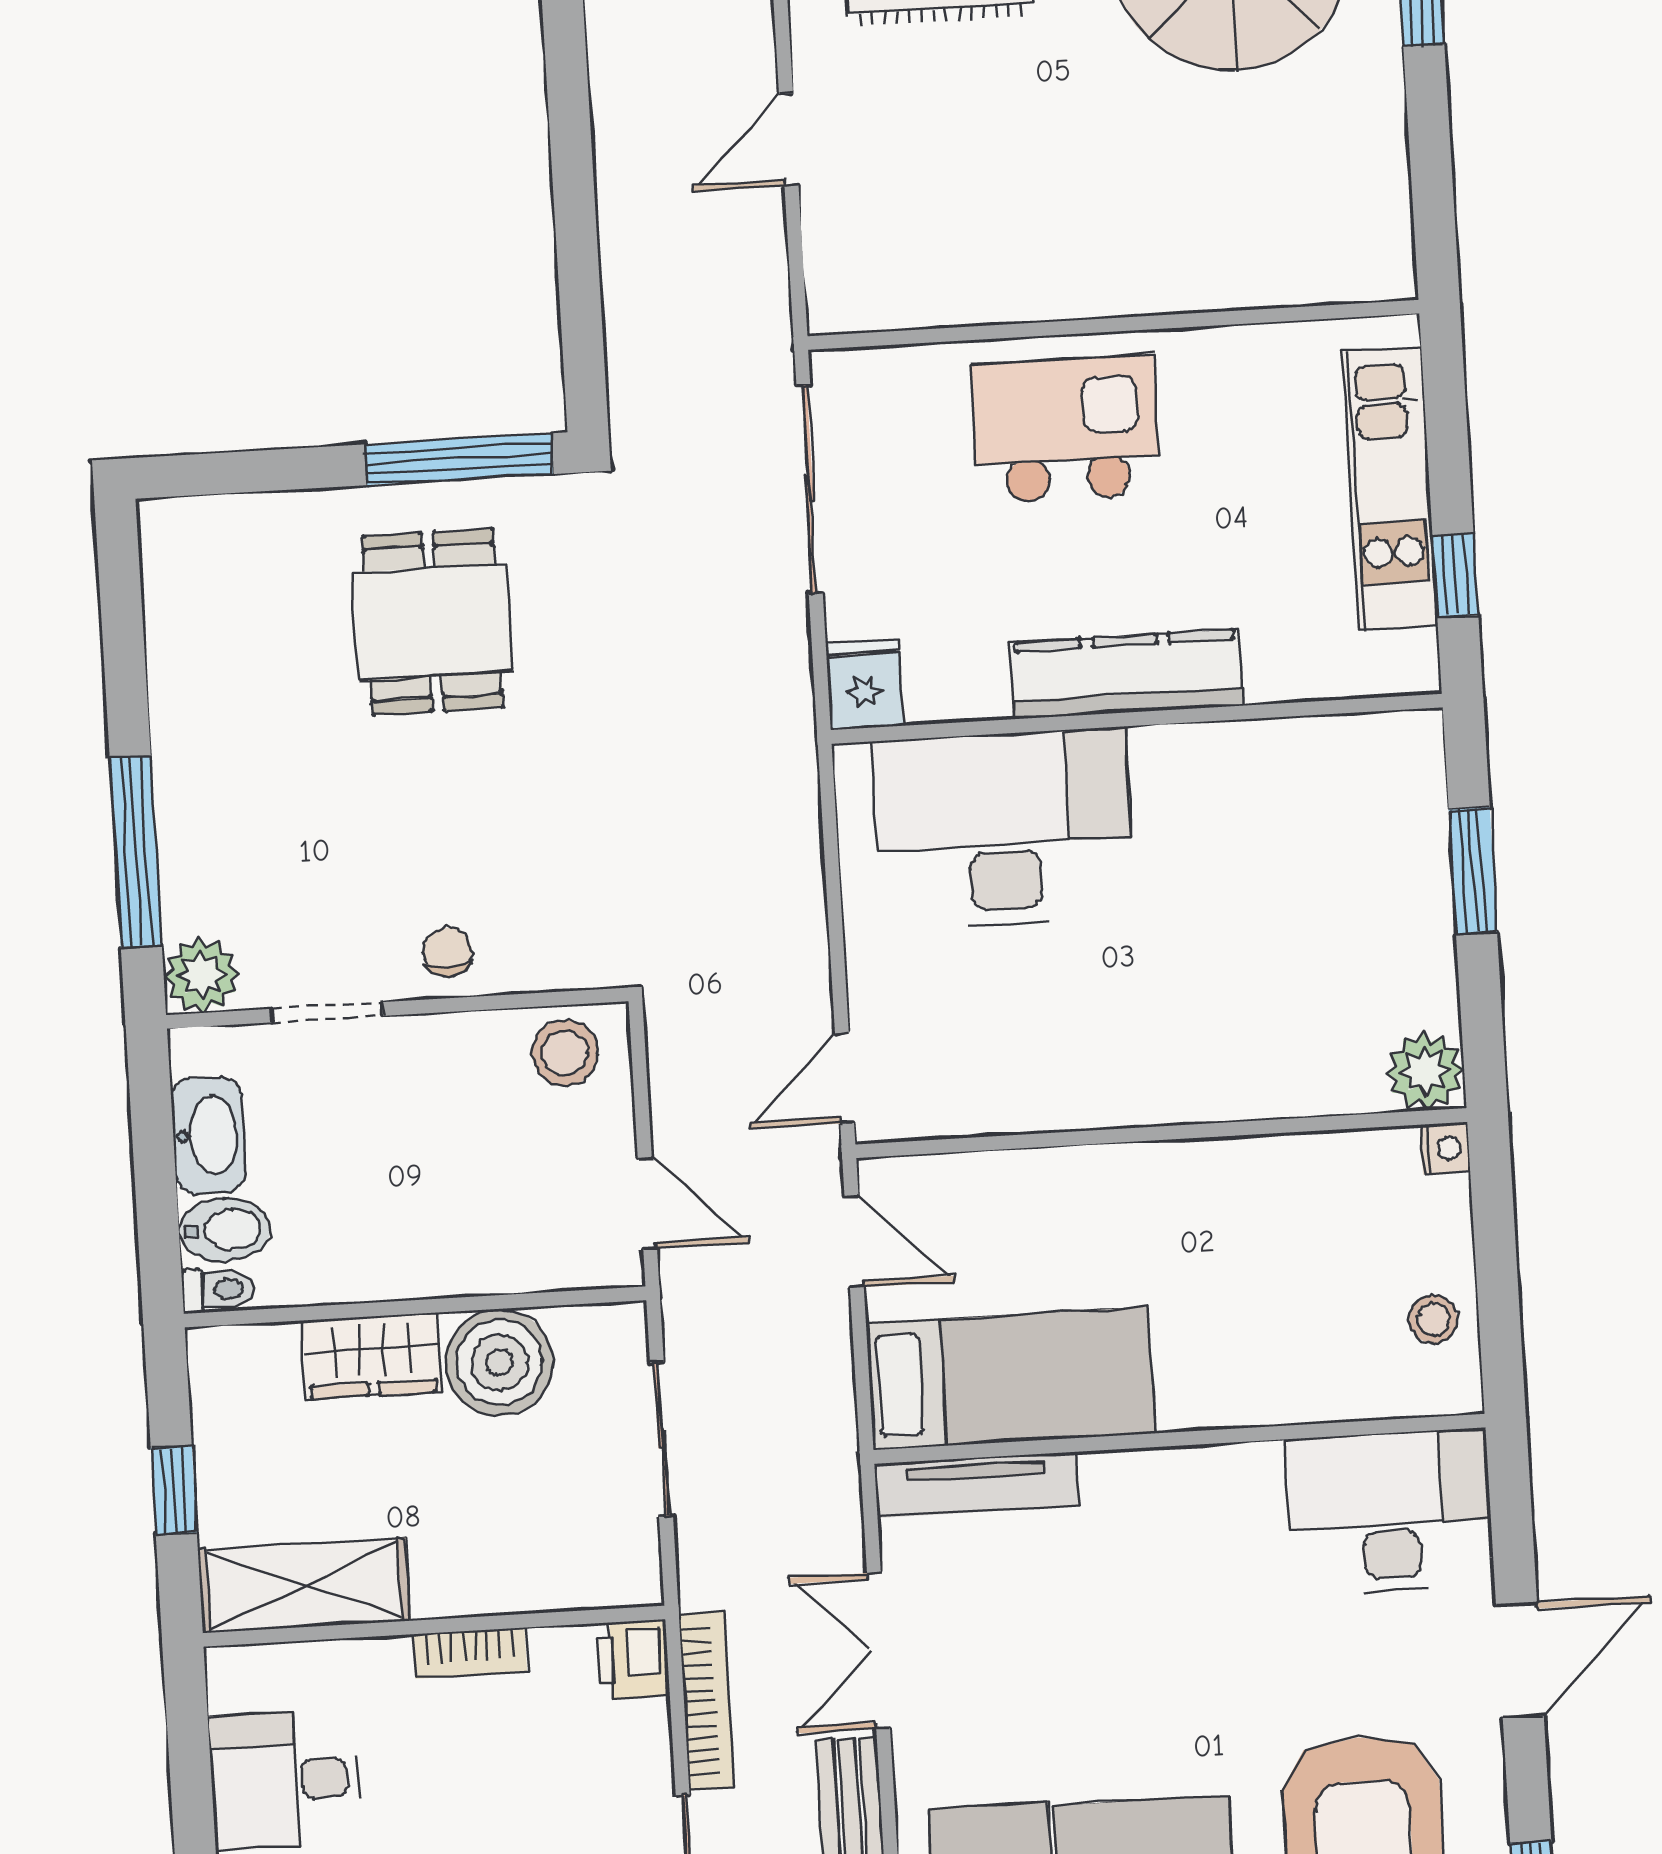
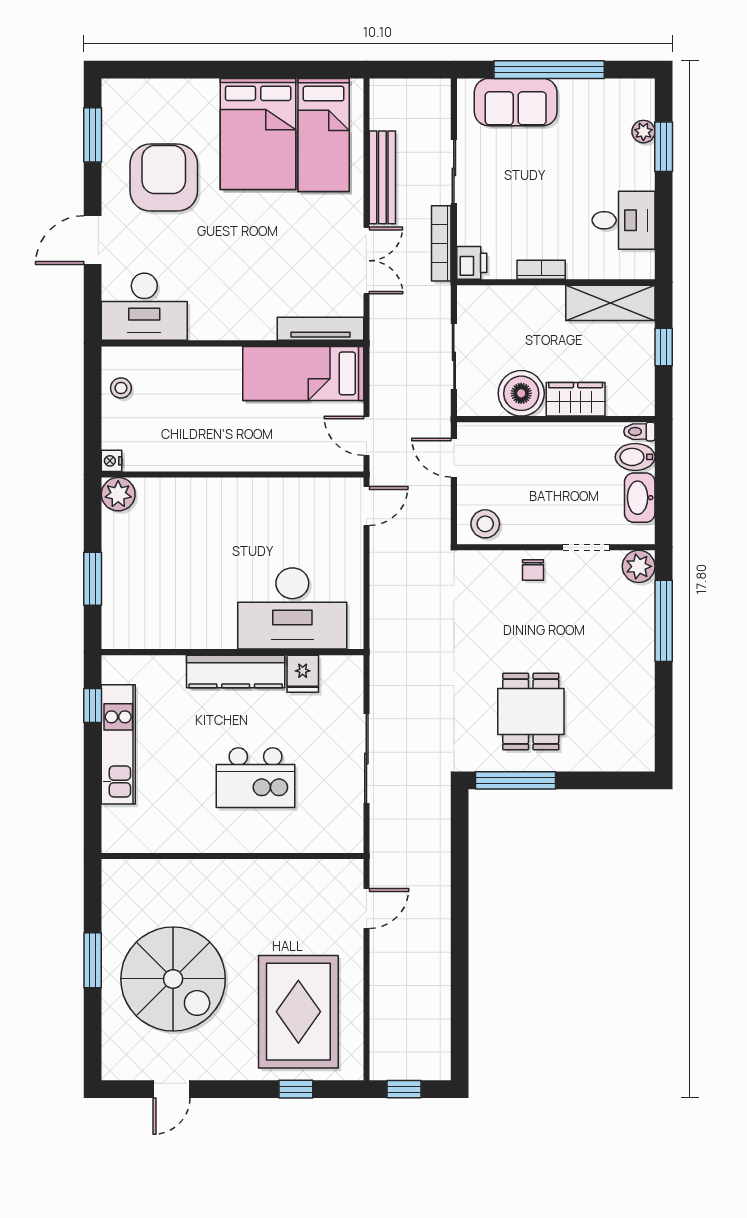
wall: (1113, 325) -> (232, 856), moved
fridge: (865, 684) -> (303, 674), moved

